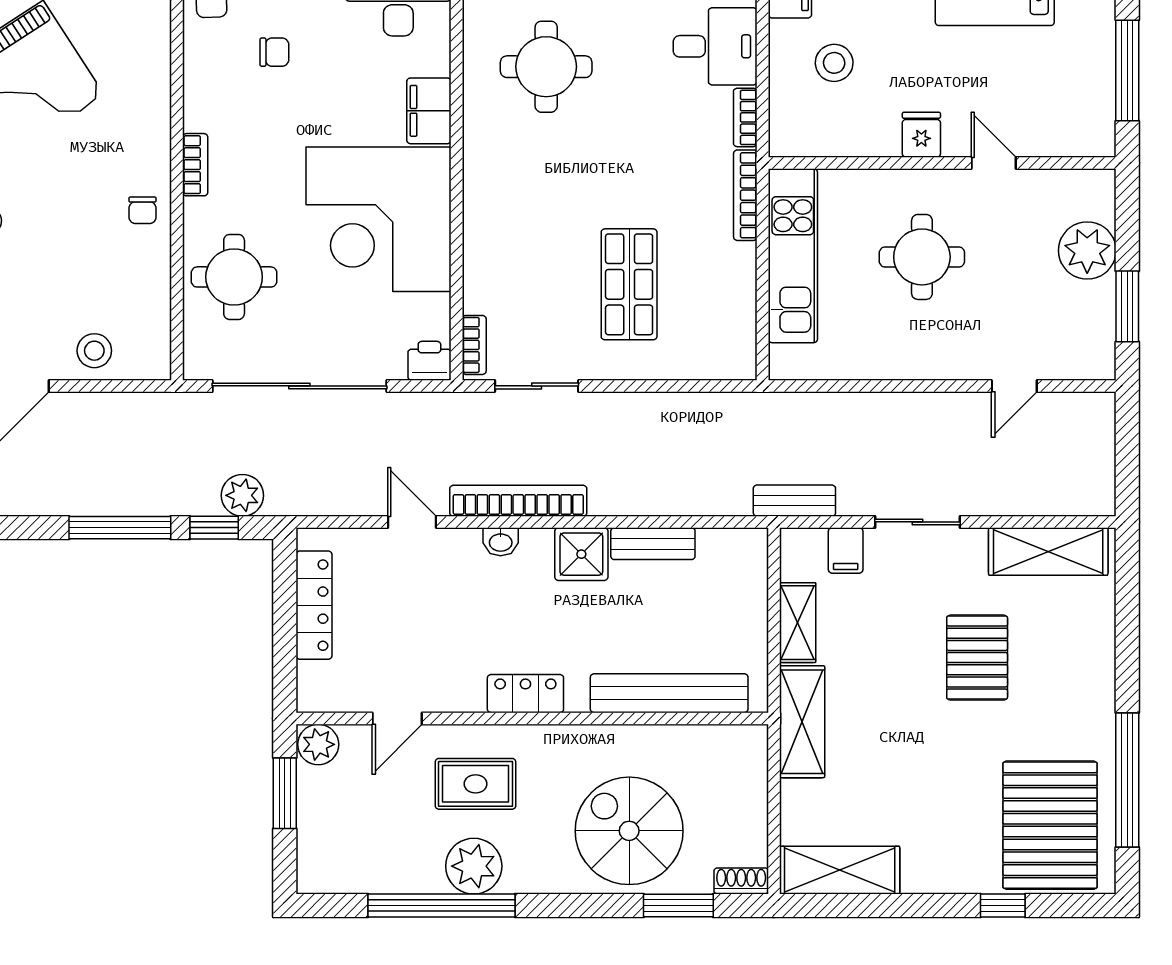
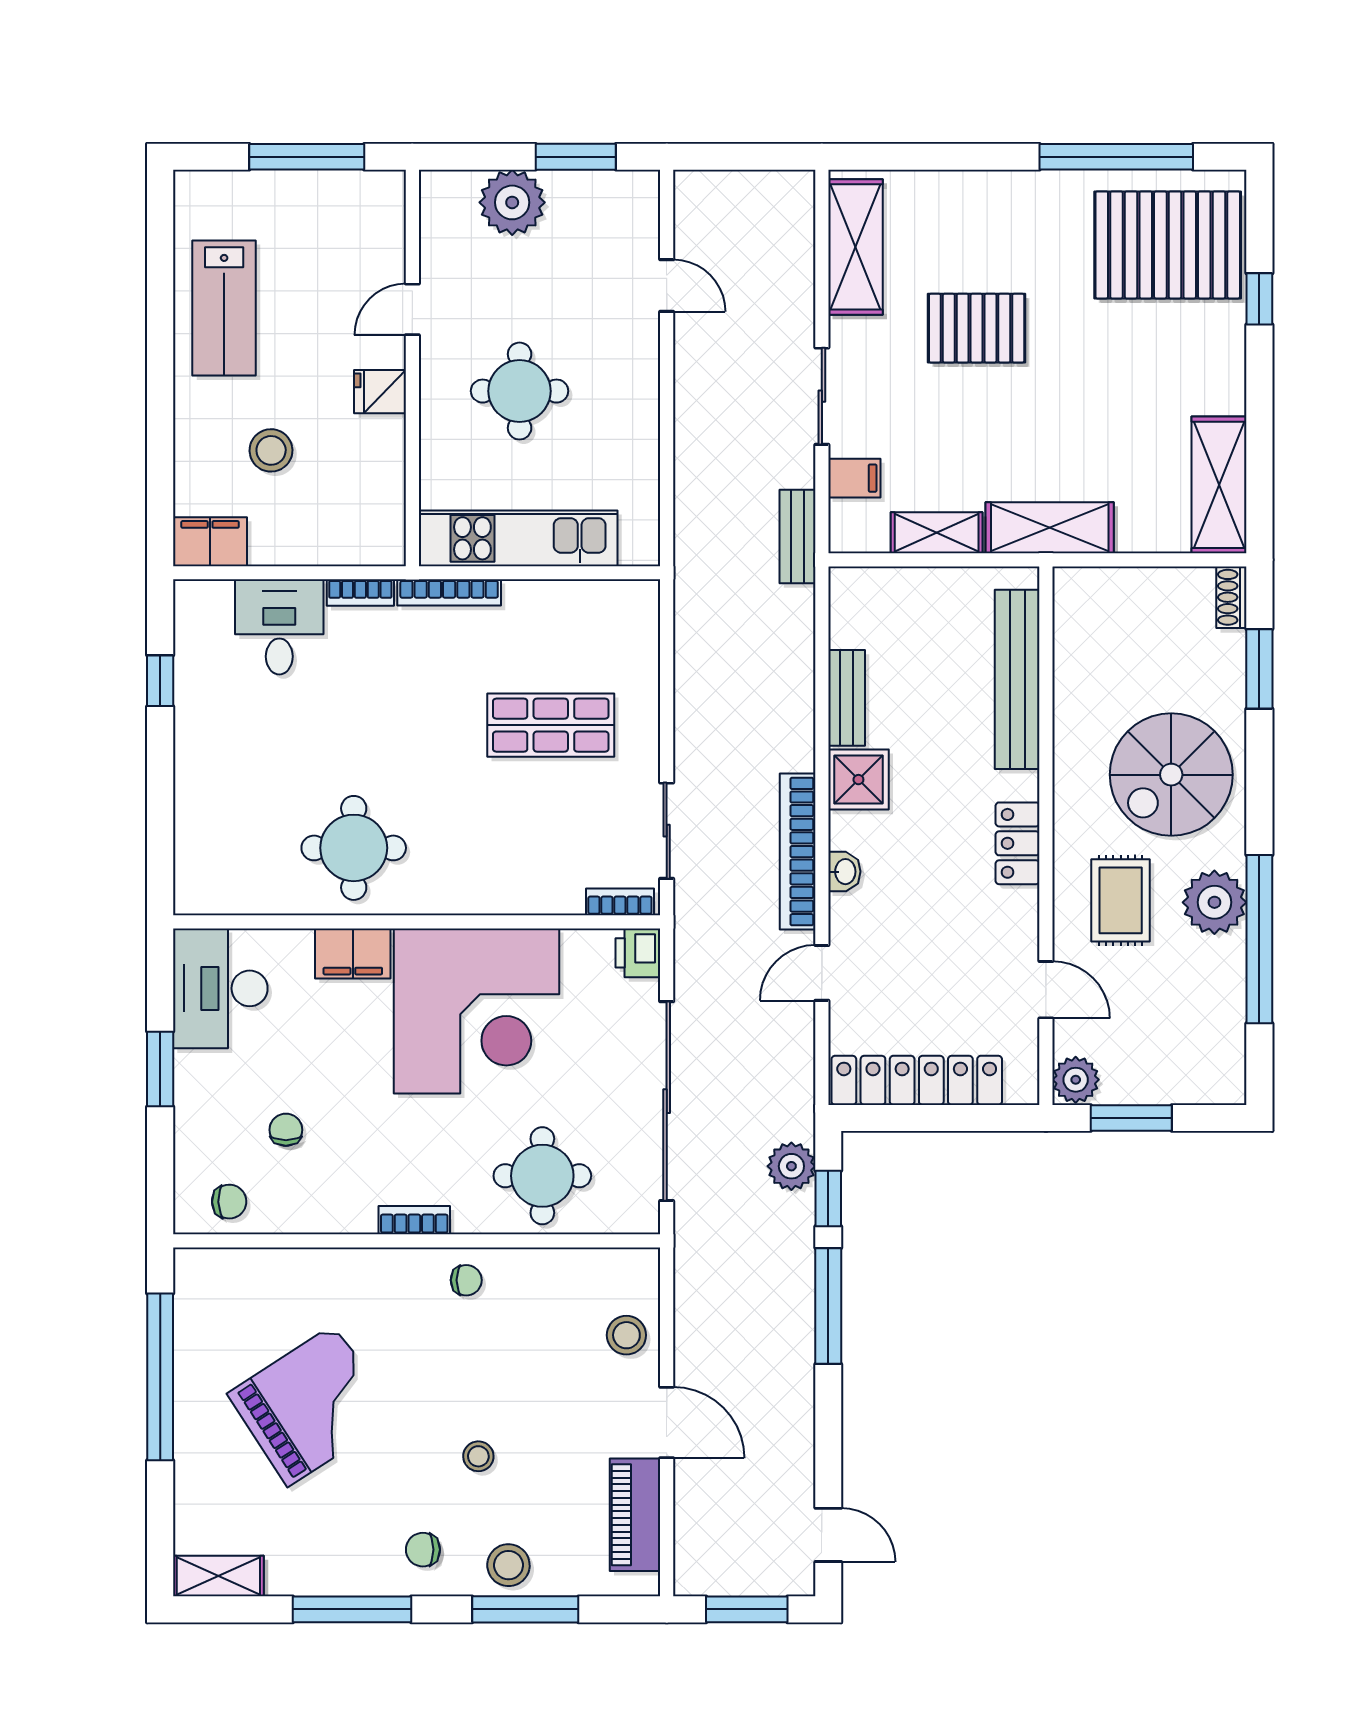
stool: (834, 63) -> (271, 450), moved
round table: (546, 67) -> (354, 848), moved
locker: (314, 605) -> (917, 1080), width x1.41, depth x1.21
spiral stairs: (629, 831) -> (1171, 775), moved

